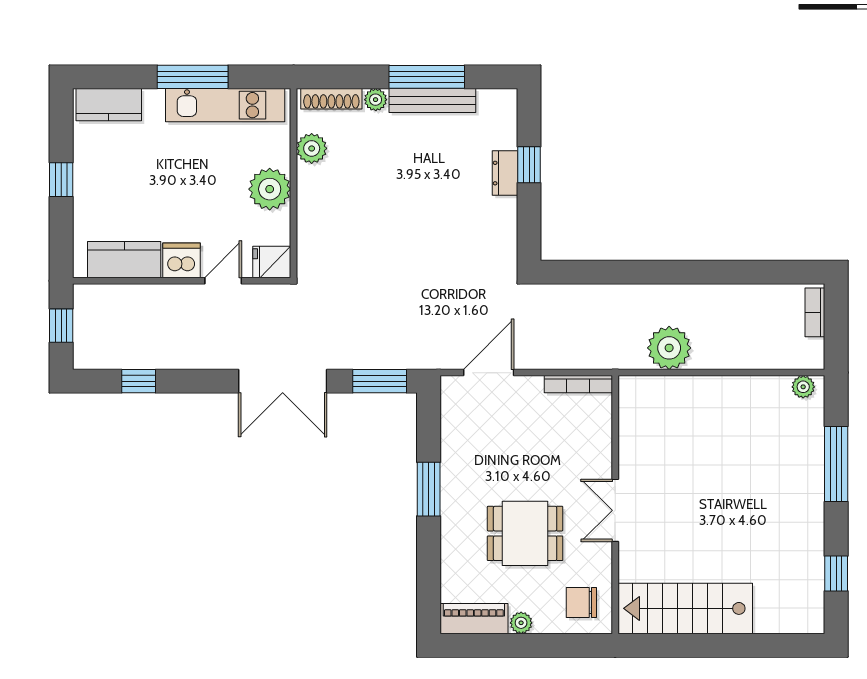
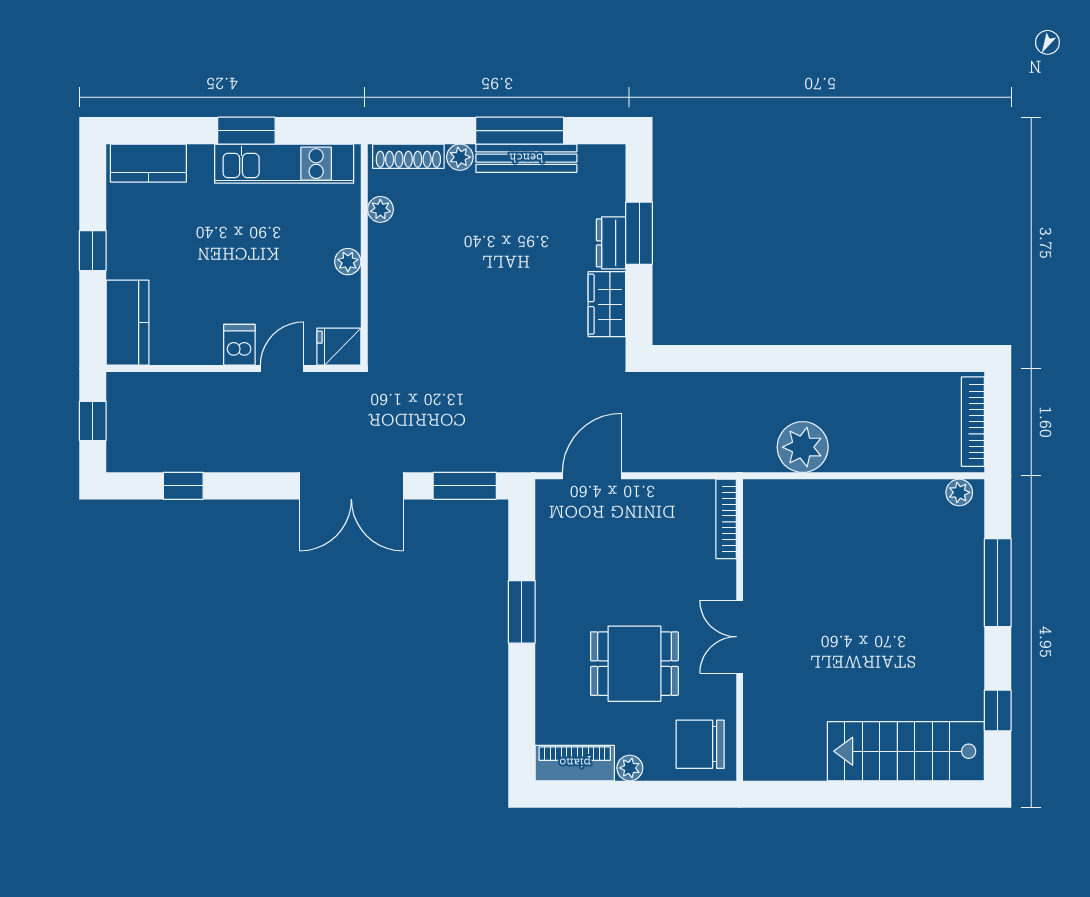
window: (193, 77) -> (246, 131), width x0.69
plant: (312, 148) -> (380, 209), width x0.73, depth x0.73
window: (529, 165) -> (639, 233), width x1.50
plant: (270, 189) -> (348, 262), width x0.53, depth x0.53
wardrobe: (501, 225) -> (607, 304), added
kitchen counter: (124, 260) -> (127, 323), moved, turned 90
dishwasher: (182, 260) -> (239, 345), width x0.73
bookcase: (815, 312) -> (973, 422), width x1.56
bookcase: (578, 384) -> (726, 519), moved, turned 90
chair: (581, 602) -> (700, 744), width x1.37, depth x1.37
stairs: (685, 608) -> (906, 751), moved

